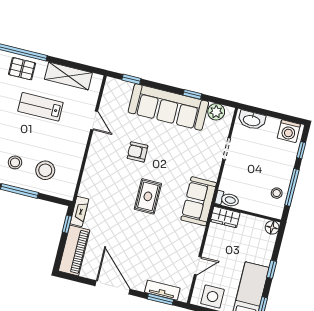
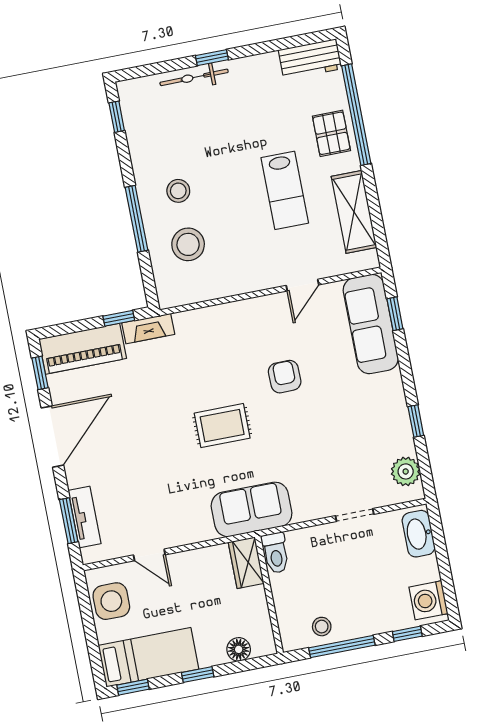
lab bench: (40, 107) -> (285, 190), turned 180
sofa: (168, 107) -> (371, 324), moved, width x0.74, depth x0.79
floor lamp: (272, 227) -> (239, 649), moved
window: (76, 279) -> (40, 373), added

